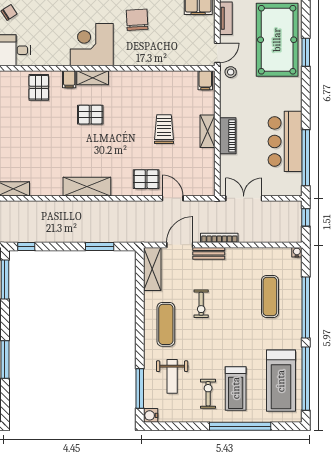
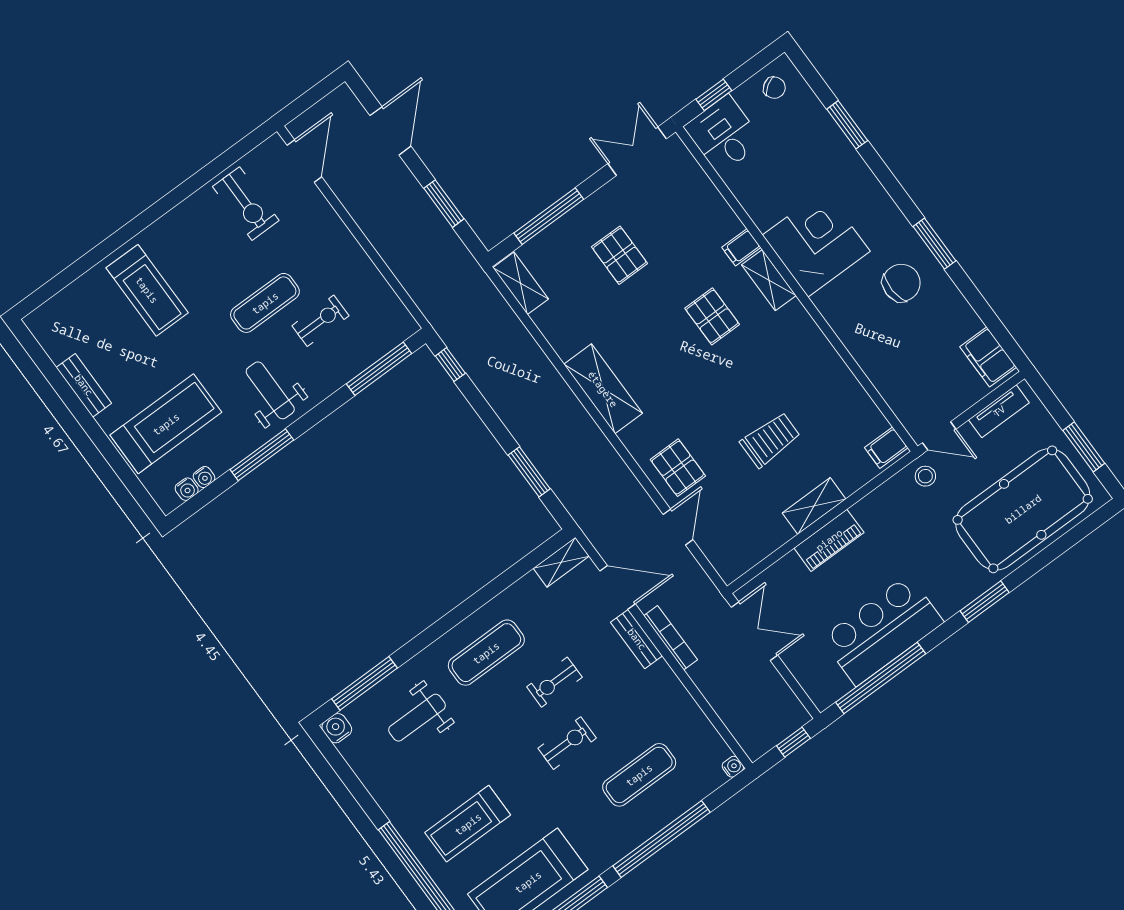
window: (306, 52) -> (985, 602), moved
pallet: (39, 87) -> (620, 255), moved, turned 90
shelving: (152, 269) -> (561, 562), width x0.67, depth x0.75
exercise bike: (208, 394) -> (567, 743), moved

